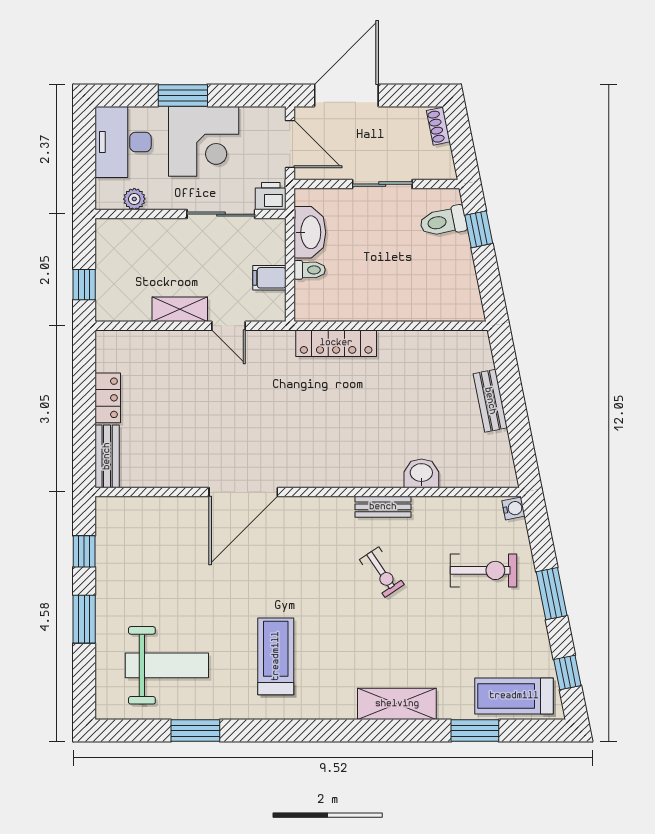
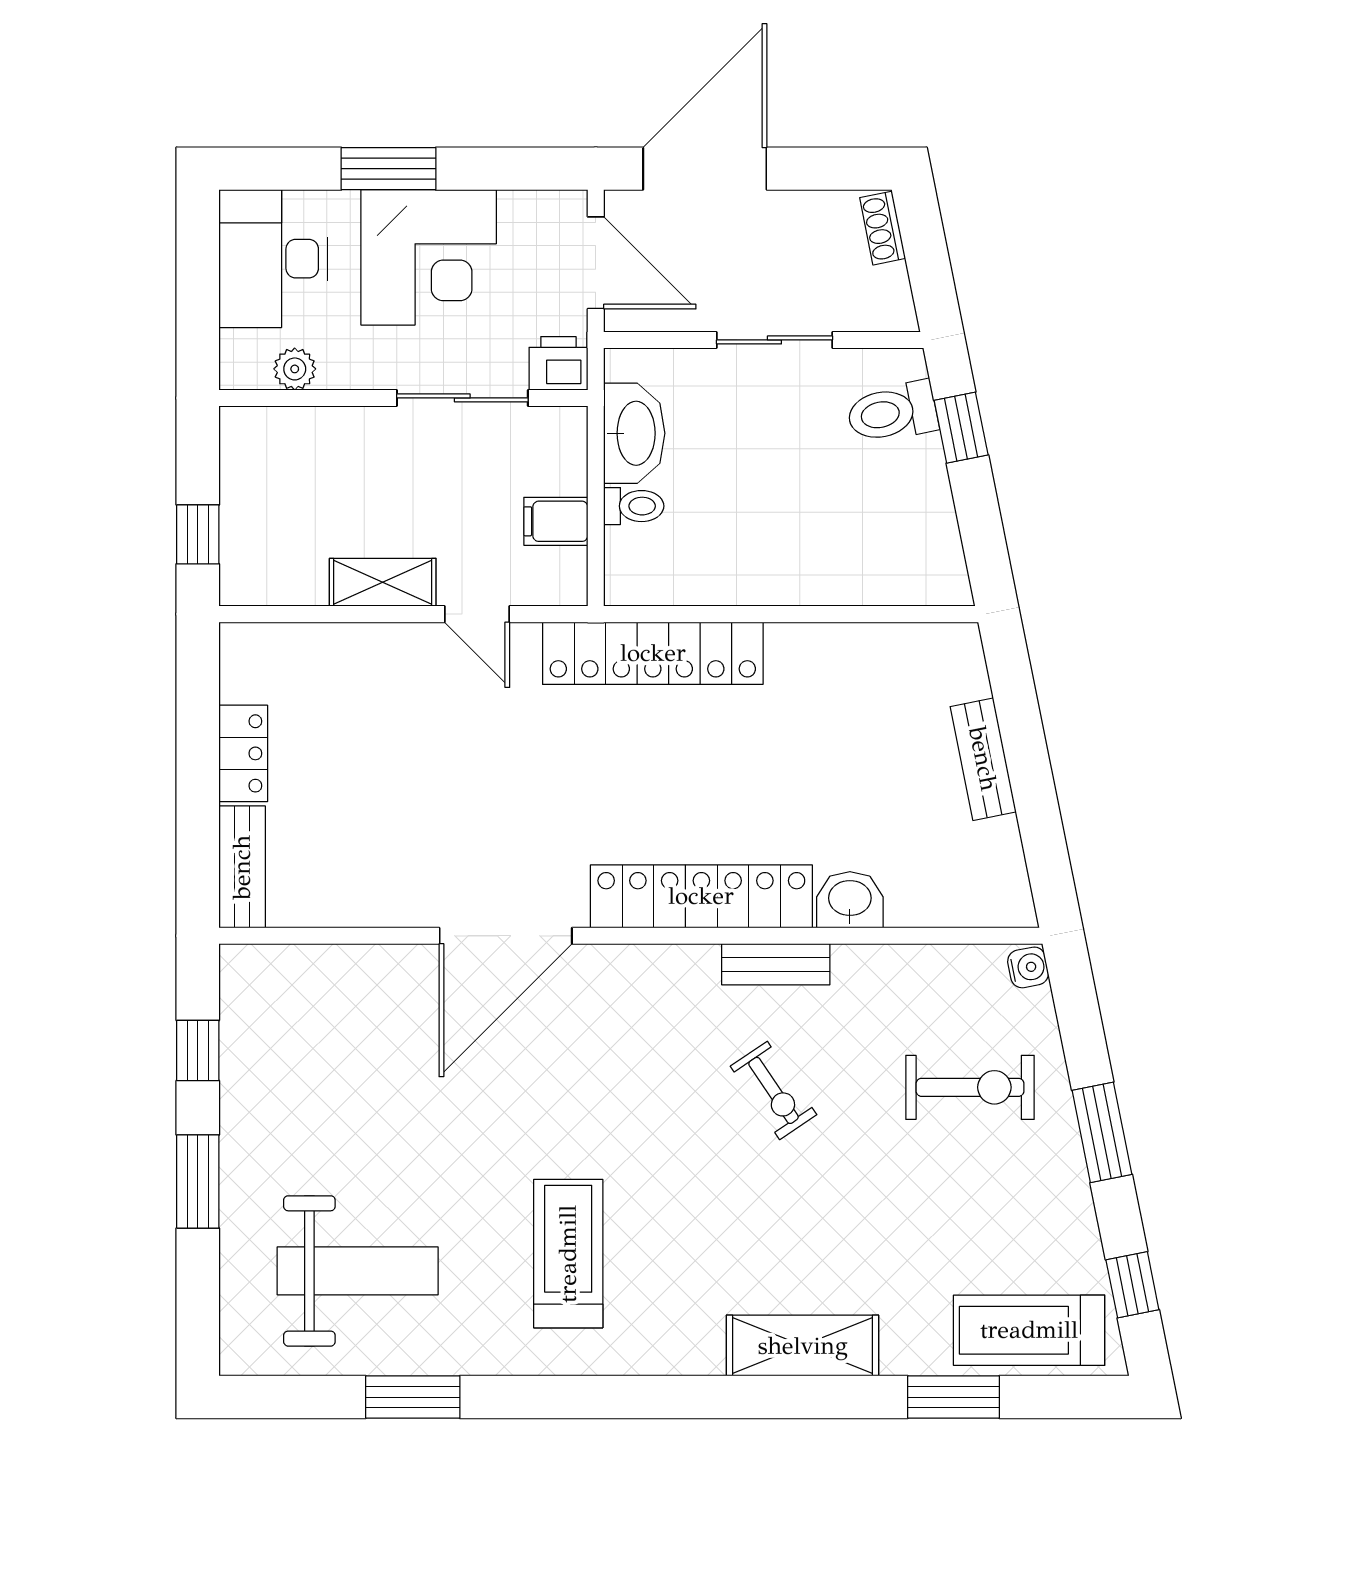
locker: (336, 343) -> (653, 653), width x1.41, depth x1.21
locker: (345, 472) -> (701, 896), added

